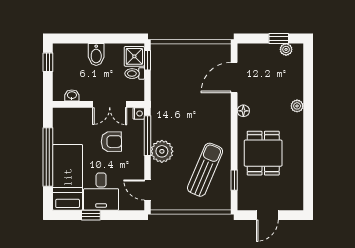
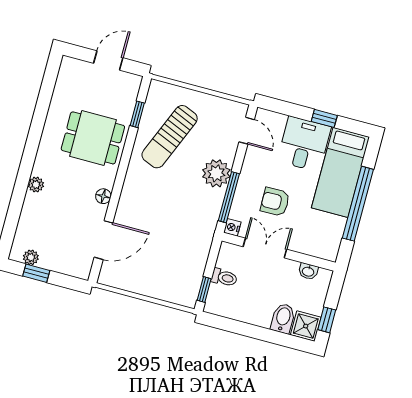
bidet: (96, 54) -> (283, 318), moved
shower: (134, 56) -> (306, 326), moved
dining table: (263, 153) -> (93, 138), turned 90

